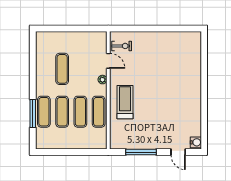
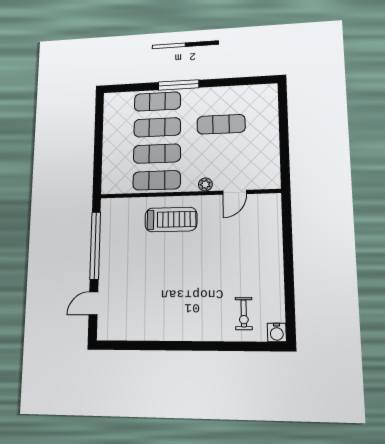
exercise bike: (122, 46) -> (244, 313), moved
window: (33, 114) -> (178, 85), moved
water cooler: (196, 142) -> (277, 332), moved
window: (141, 152) -> (95, 245), width x1.46

